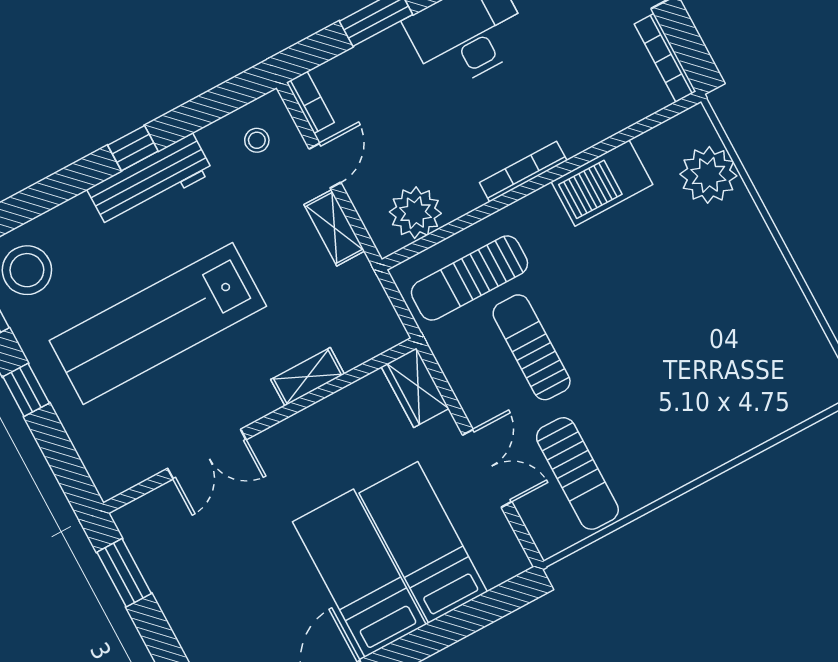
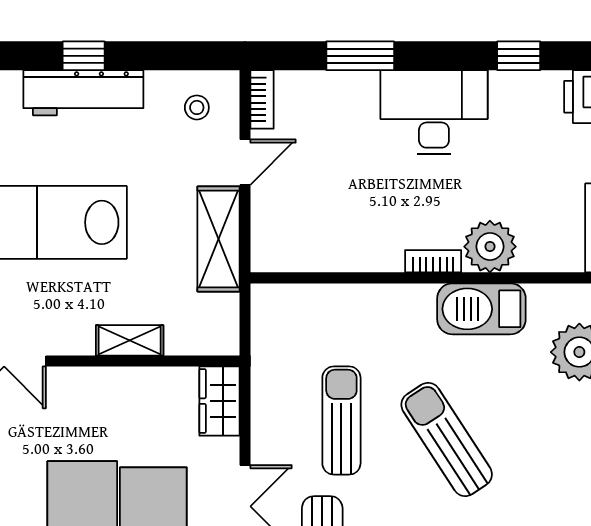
bookcase: (523, 172) -> (433, 261), width x0.64
plant: (415, 213) -> (490, 247), moved
shelving: (334, 228) -> (218, 239), width x1.50, depth x1.33
sun lounger: (469, 278) -> (447, 440), moved, turned 57

